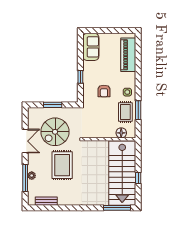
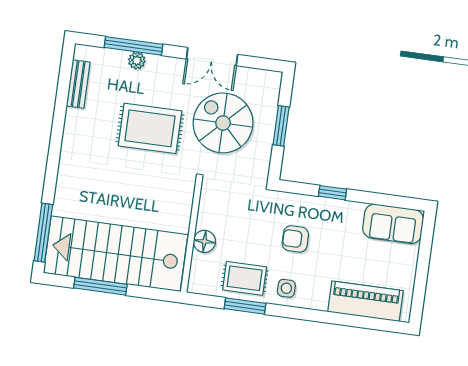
floor lamp: (121, 133) -> (204, 241), moved
window: (138, 178) -> (100, 286), width x2.17

